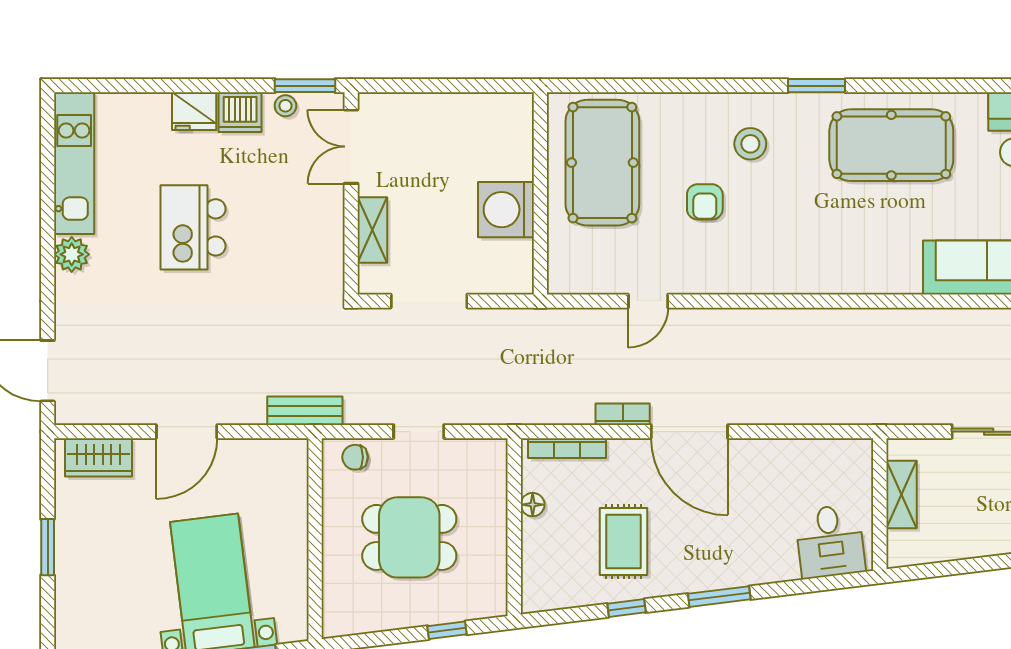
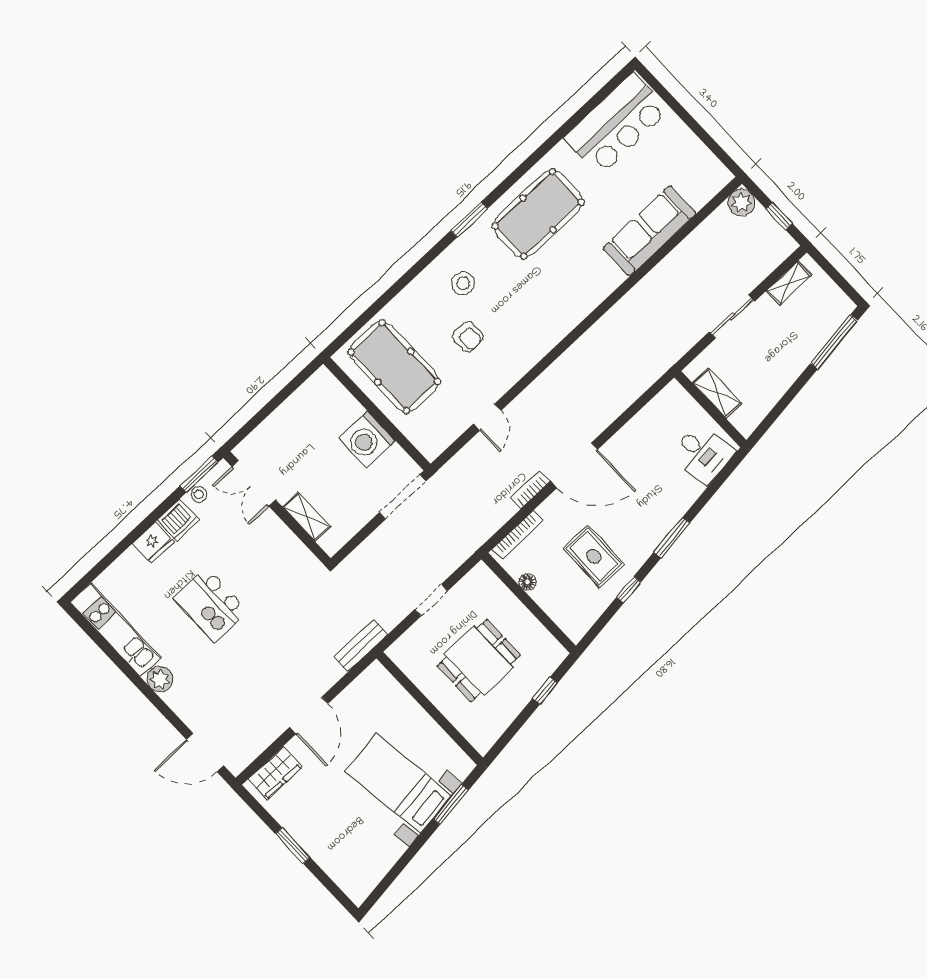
doorway: (429, 301) -> (403, 497), moved
chair: (355, 457) -> (410, 645), removed

